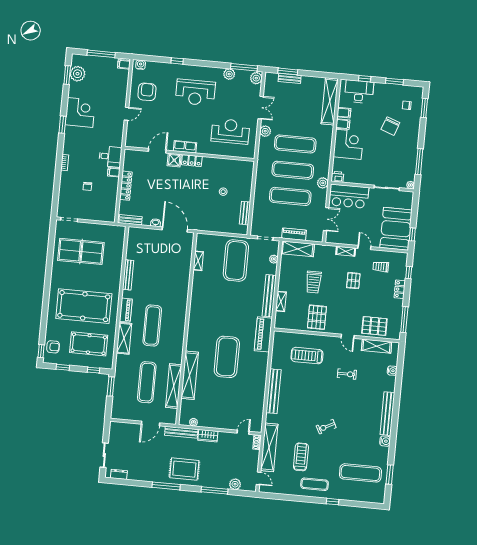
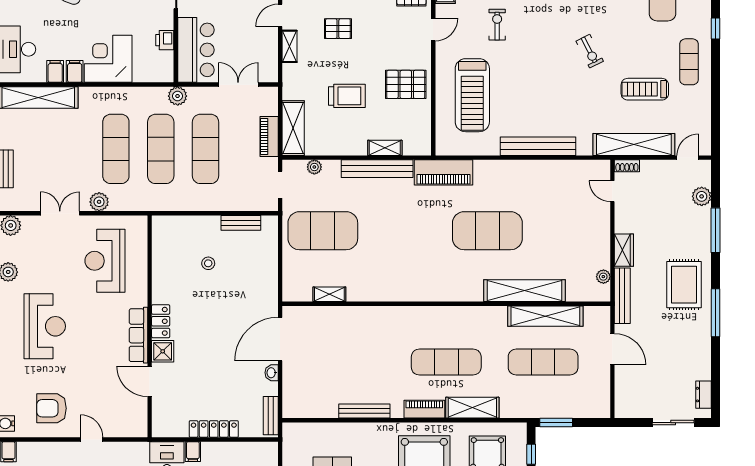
row of seats: (185, 147) -> (138, 335), width x1.48
printer: (338, 177) -> (165, 40), moved
treadmill: (307, 356) -> (472, 95), width x1.37, depth x1.38

